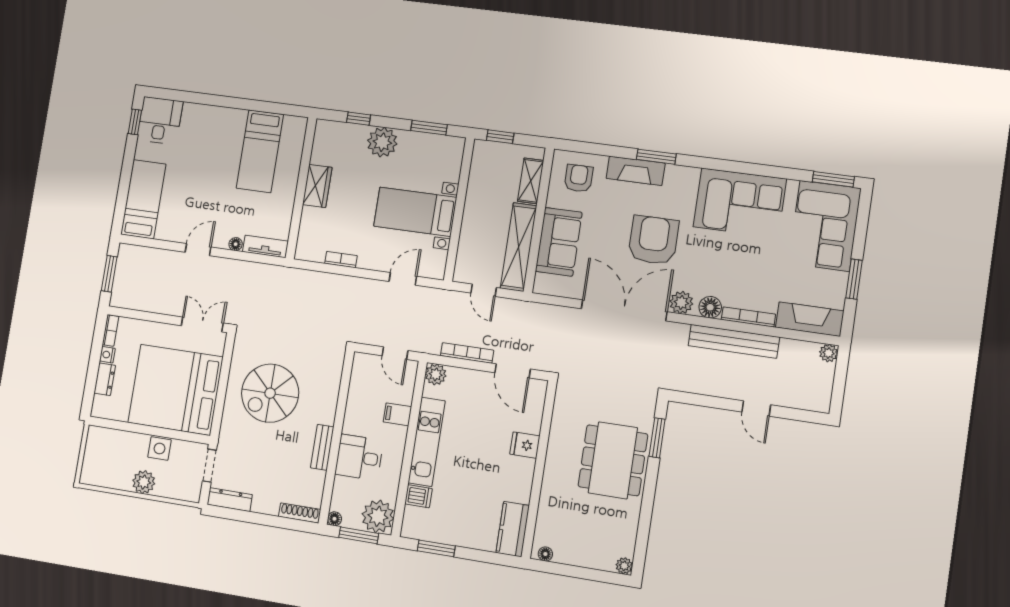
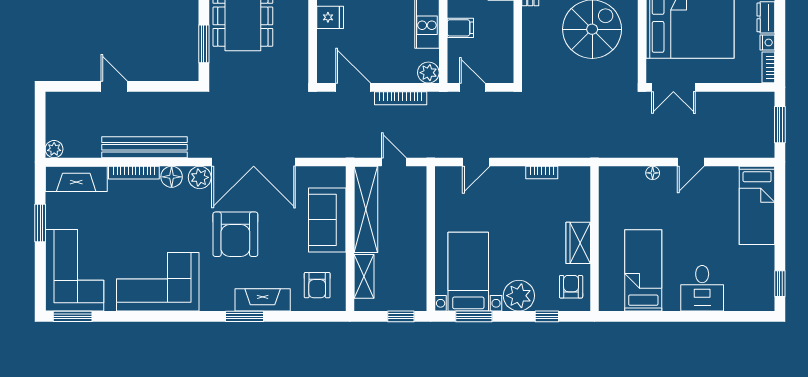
desk: (160, 121) -> (702, 288), moved
armchair: (331, 144) -> (571, 287), added
bed with nightstands: (415, 212) -> (468, 272), moved, turned -90
tv unit: (265, 246) -> (621, 175), removed

